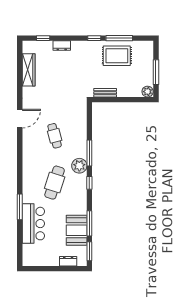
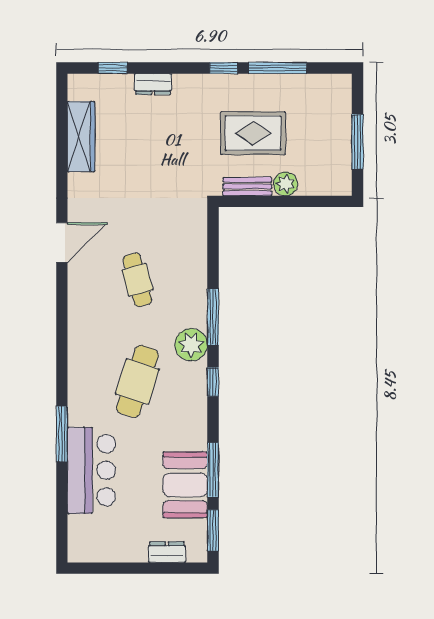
rug: (117, 56) -> (253, 133), moved
plant: (148, 92) -> (286, 184), moved

